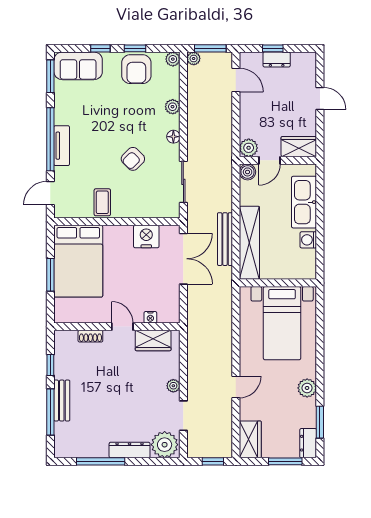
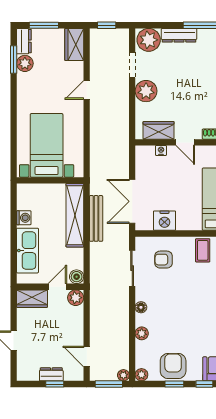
armchair: (133, 159) -> (163, 260), moved, turned -135
plant: (173, 386) -> (146, 91), width x1.87, depth x1.87
plant: (307, 388) -> (25, 63), moved

